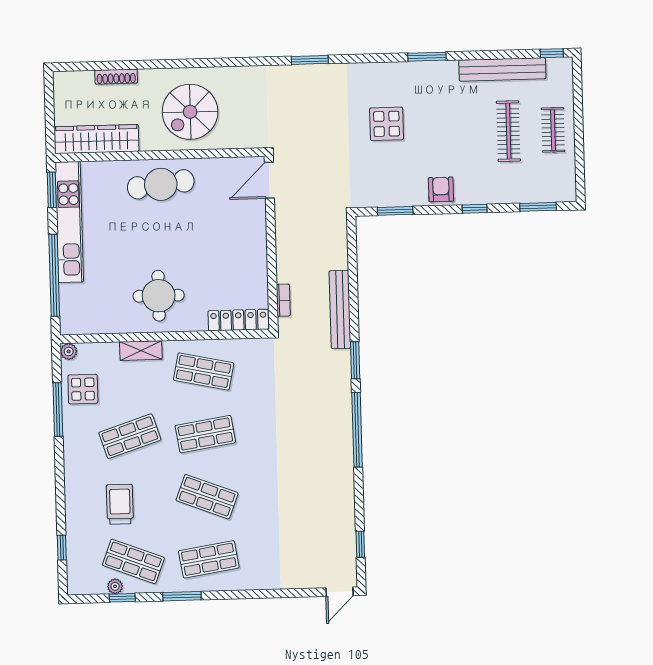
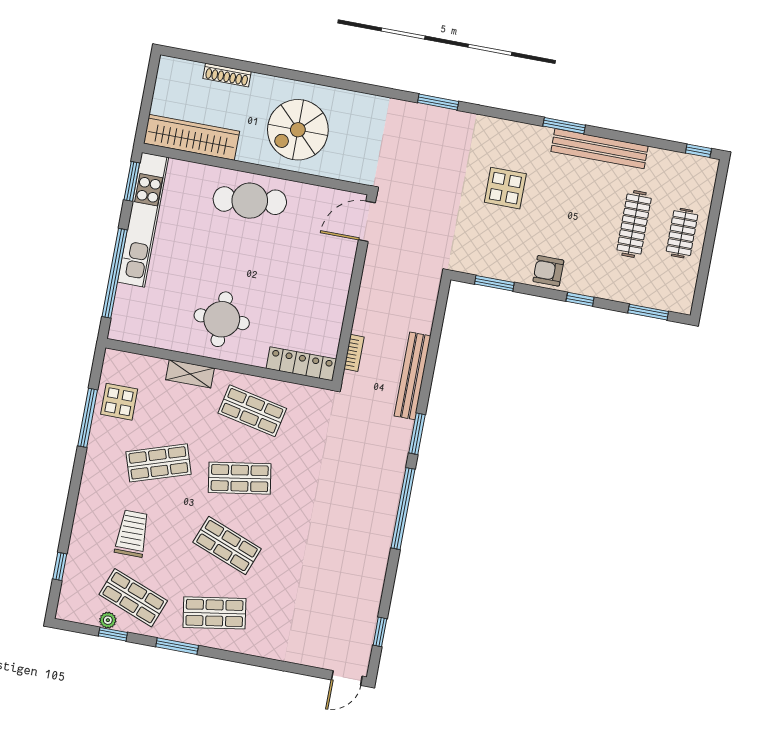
bench: (502, 69) -> (600, 149), moved
armchair: (441, 189) -> (548, 271), turned -90
plant: (69, 351) -> (113, 358), removed

